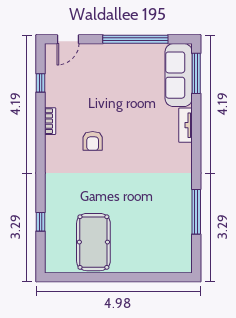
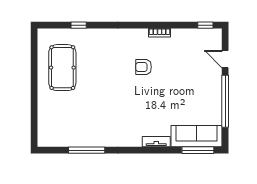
door: (68, 39) -> (225, 59), moved
window: (41, 83) -> (205, 25), moved
pool table: (93, 242) -> (62, 68), turned 90

